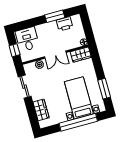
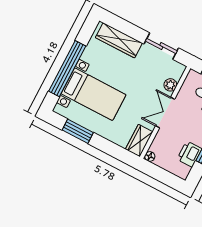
wardrobe: (41, 110) -> (119, 40), width x1.50

